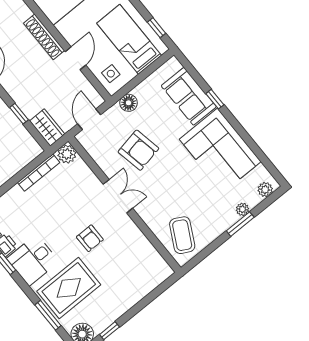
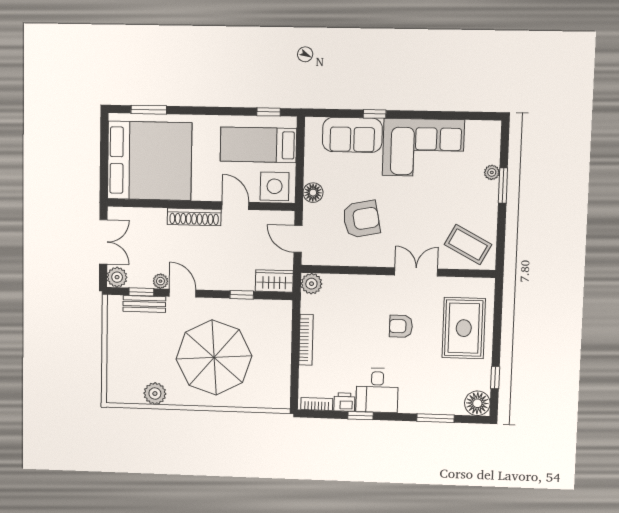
side table: (111, 74) -> (275, 186), width x1.87, depth x1.87
bookcase: (39, 172) -> (306, 340), moved
plant: (265, 190) -> (492, 137), removed
double door: (118, 196) -> (416, 272), moved
armchair: (90, 238) -> (401, 326), turned 180
rug: (69, 288) -> (464, 328), moved

